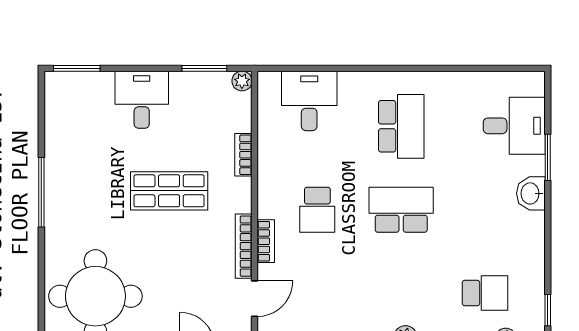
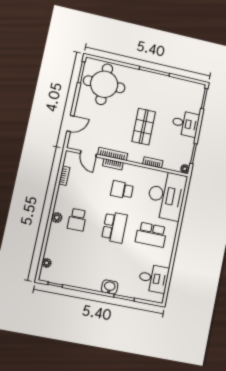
desk: (309, 101) -> (167, 195), width x1.87, depth x1.30
desk: (514, 126) -> (154, 278), moved, turned -90
school desk: (485, 293) -> (77, 220), moved

